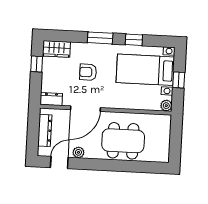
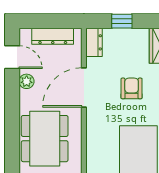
window: (37, 64) -> (122, 21), moved
door: (85, 109) -> (84, 87), hinge flipped

